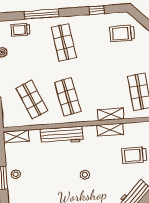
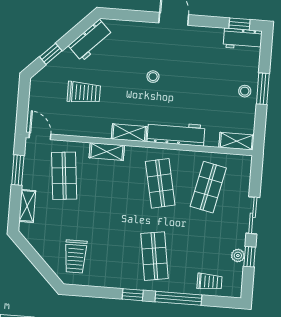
window: (97, 10) -> (133, 295), moved
trolley: (122, 33) -> (75, 256), turned 90
shop shelf: (32, 99) -> (208, 187), turned 36
shelving: (110, 130) -> (129, 133), moved

